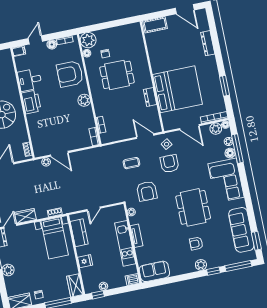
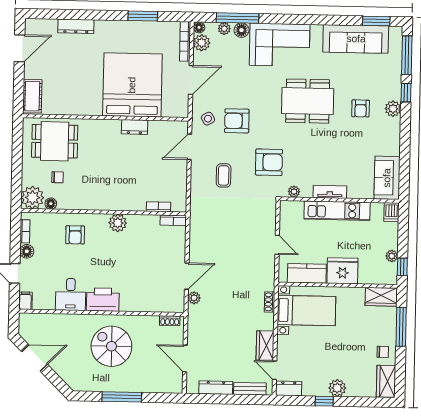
armchair: (70, 74) -> (75, 235), width x0.53, depth x0.53
dining table: (117, 75) -> (55, 141), moved, turned 90
fridge: (85, 261) -> (343, 271), width x1.88, depth x1.34

